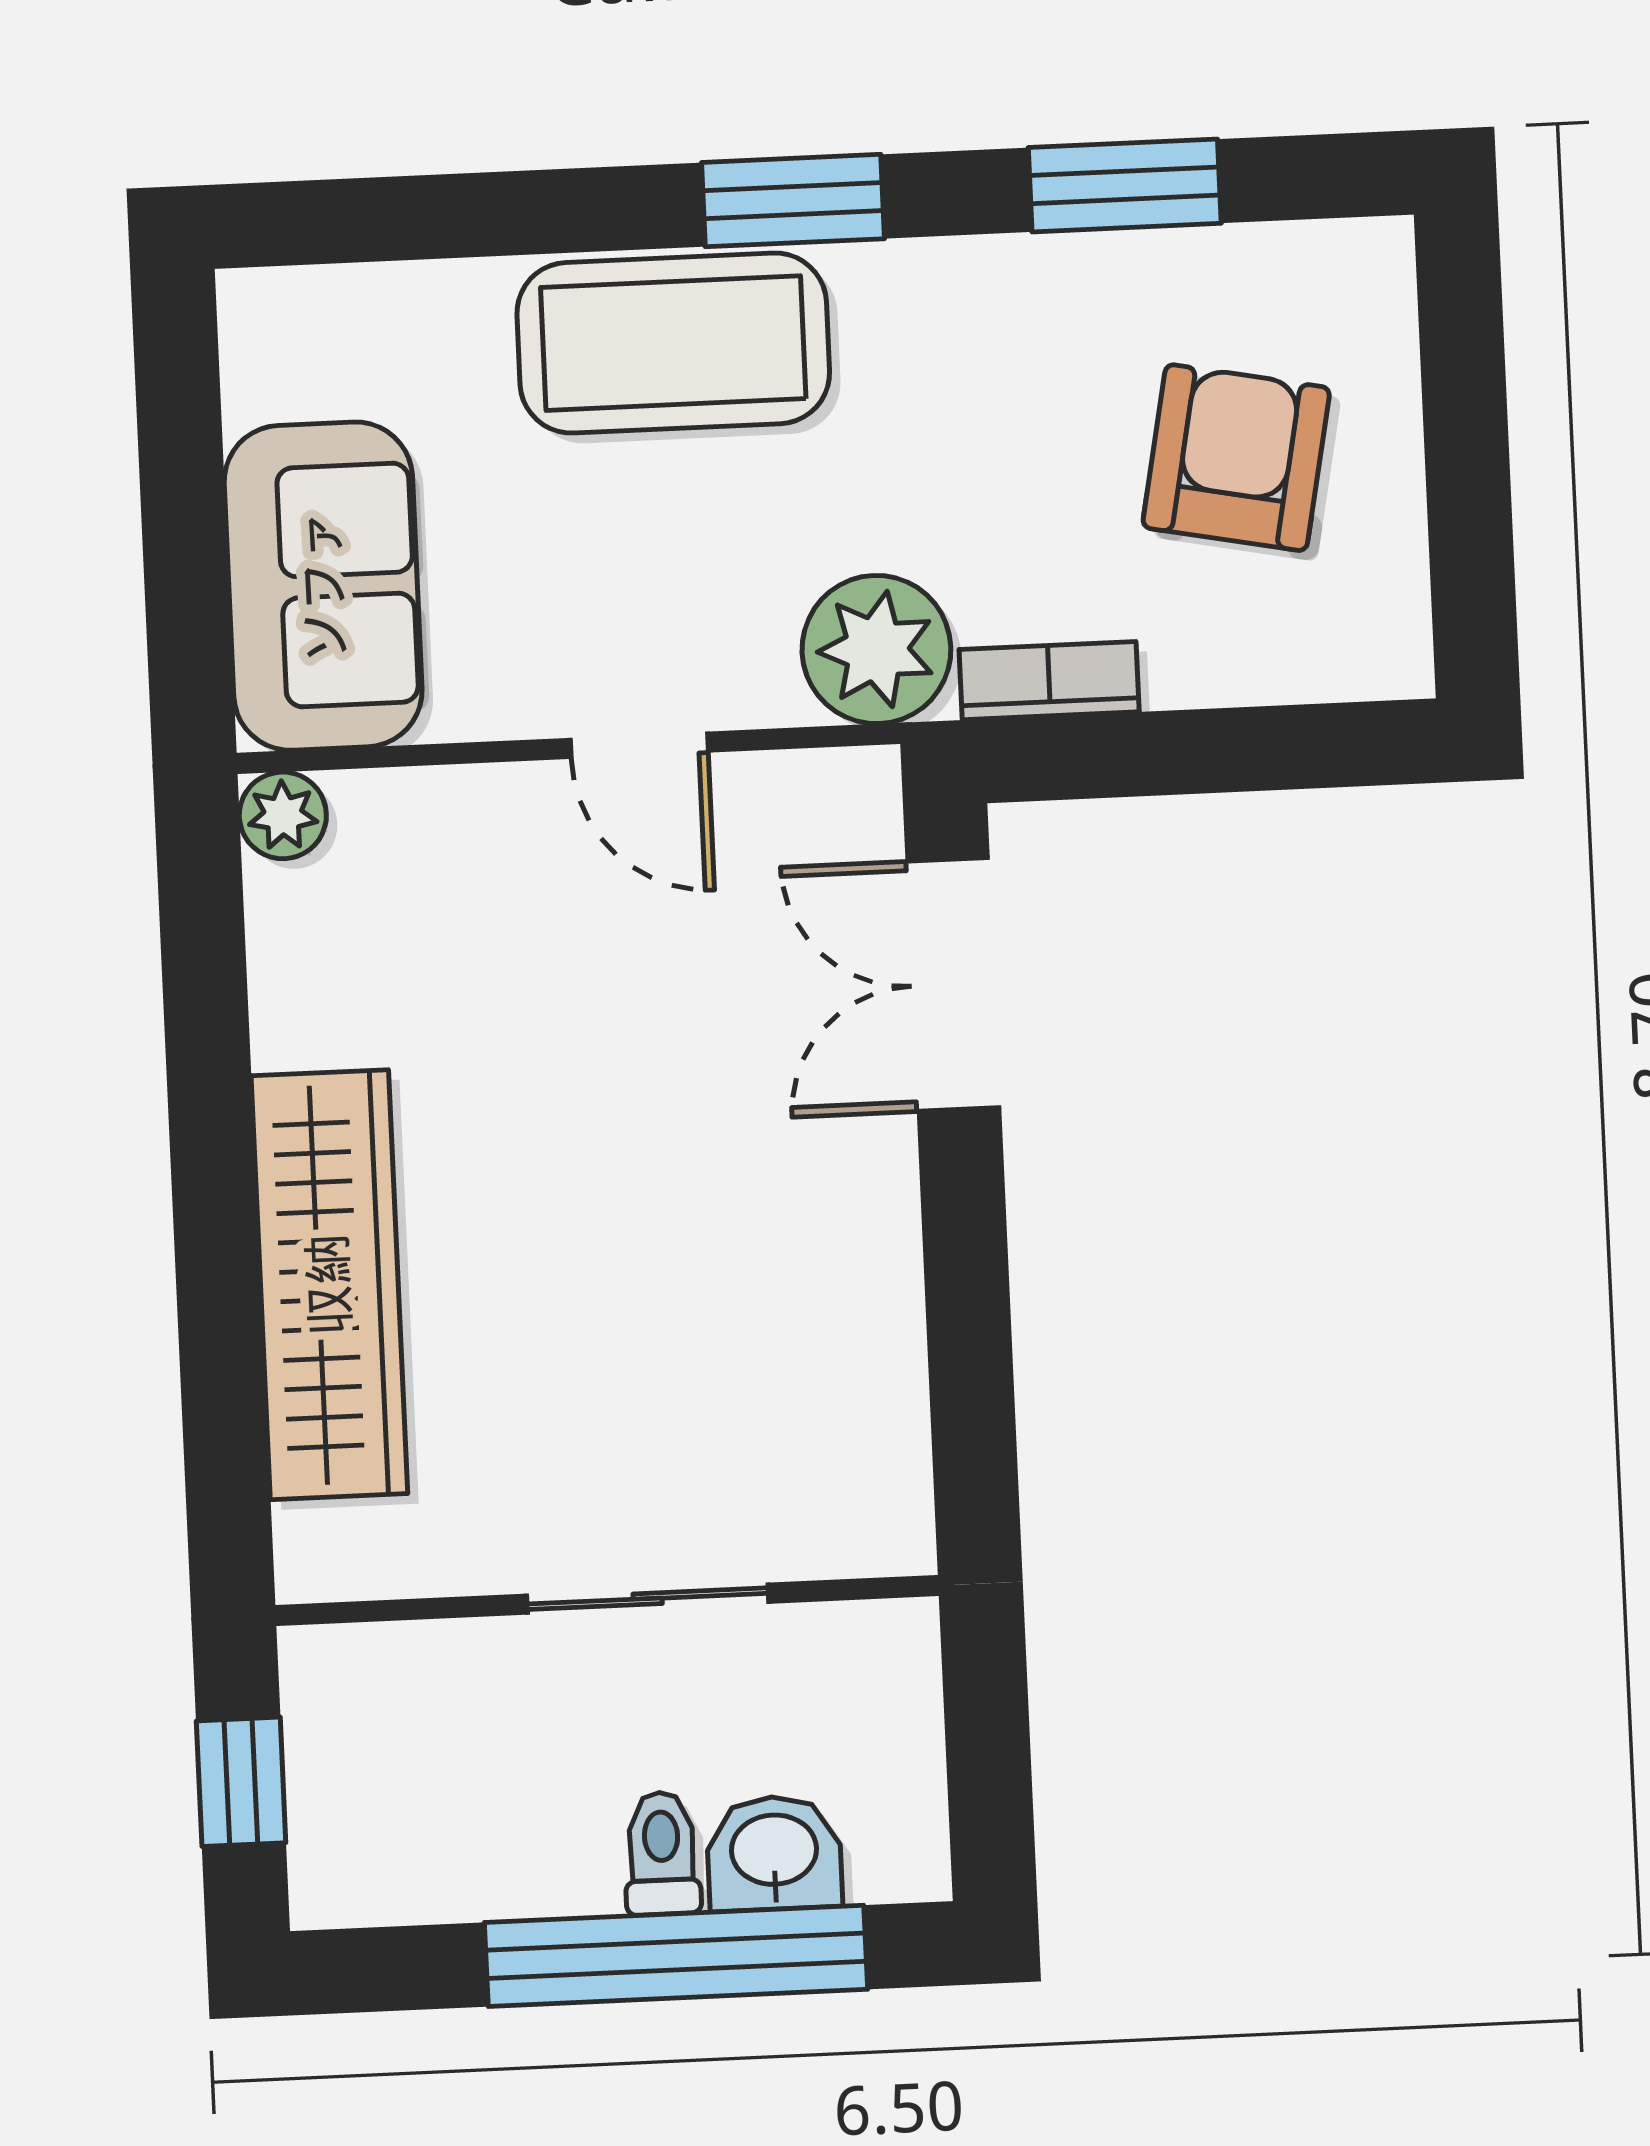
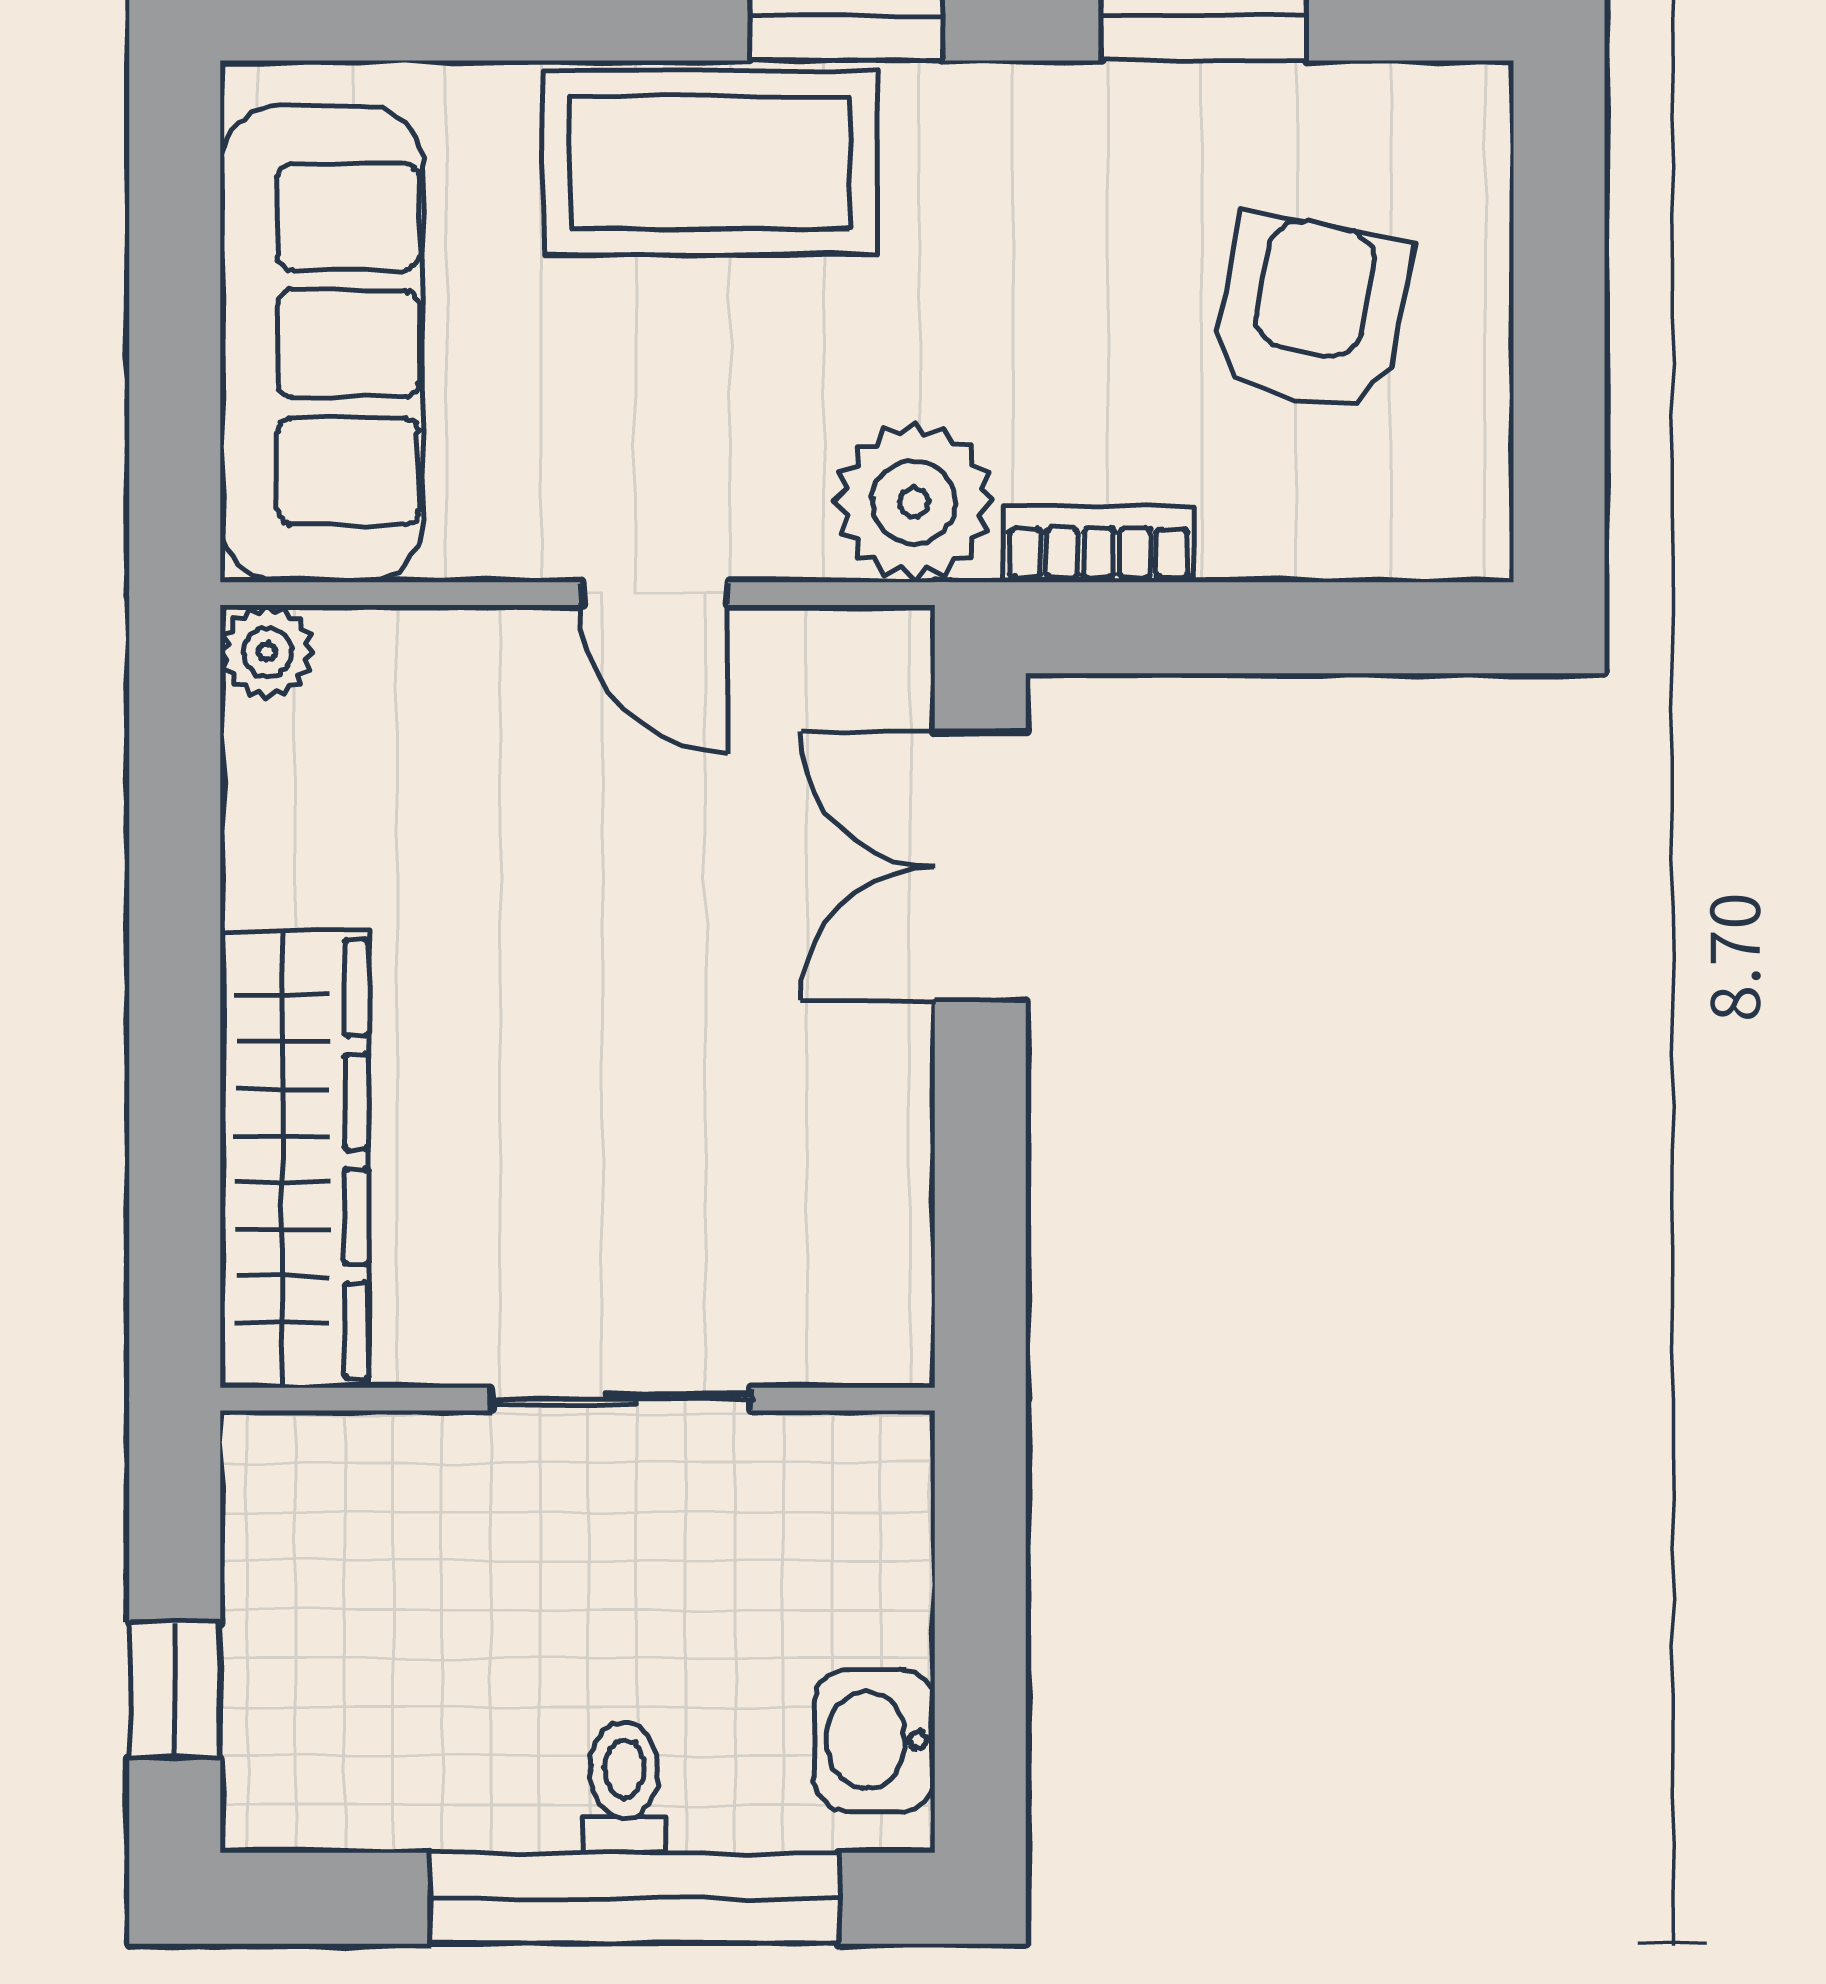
sofa: (323, 586) -> (322, 344), width x1.36
sliding door: (648, 1599) -> (621, 1399), moved
wall: (607, 1601) -> (578, 1399), moved
washbasin: (774, 1853) -> (874, 1740), moved, turned -90

